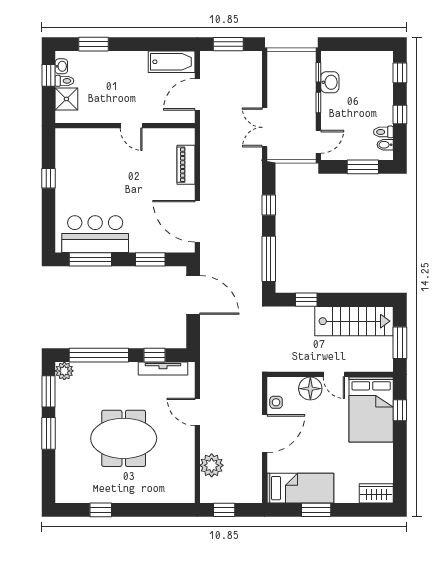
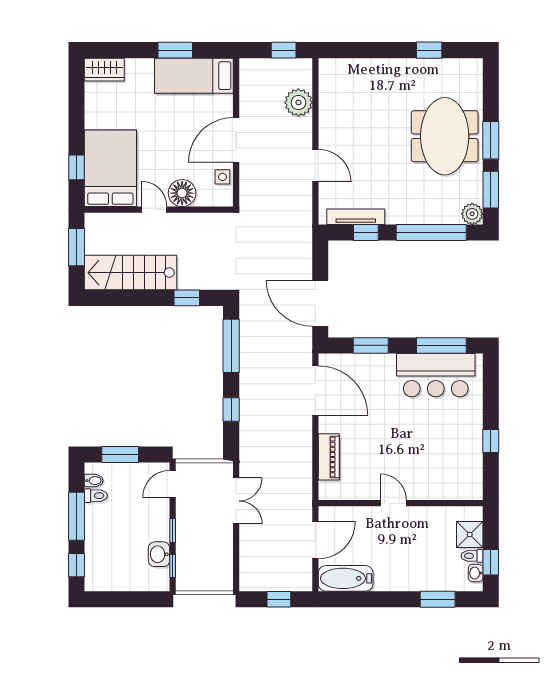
window: (228, 44) -> (279, 599), width x0.67
window: (400, 114) -> (76, 516), width x2.17
meeting table: (124, 438) -> (445, 136), moved, turned 90

